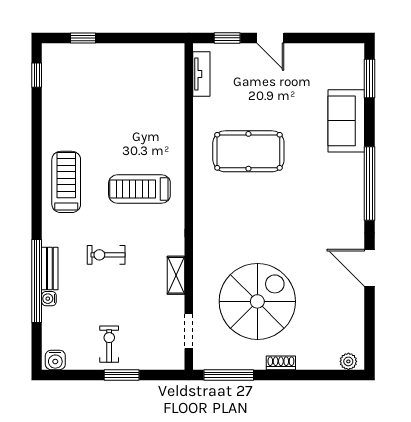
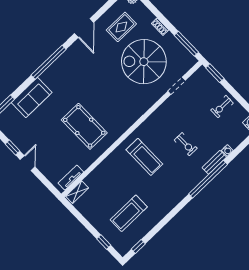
window: (227, 38) -> (13, 148), moved
treadmill: (66, 182) -> (129, 213), moved
shelving: (176, 275) -> (77, 192), moved
window: (37, 281) -> (208, 179), moved
rug: (327, 315) -> (121, 27), added
doorway: (189, 331) -> (177, 86), moved
window: (122, 375) -> (215, 73), moved

